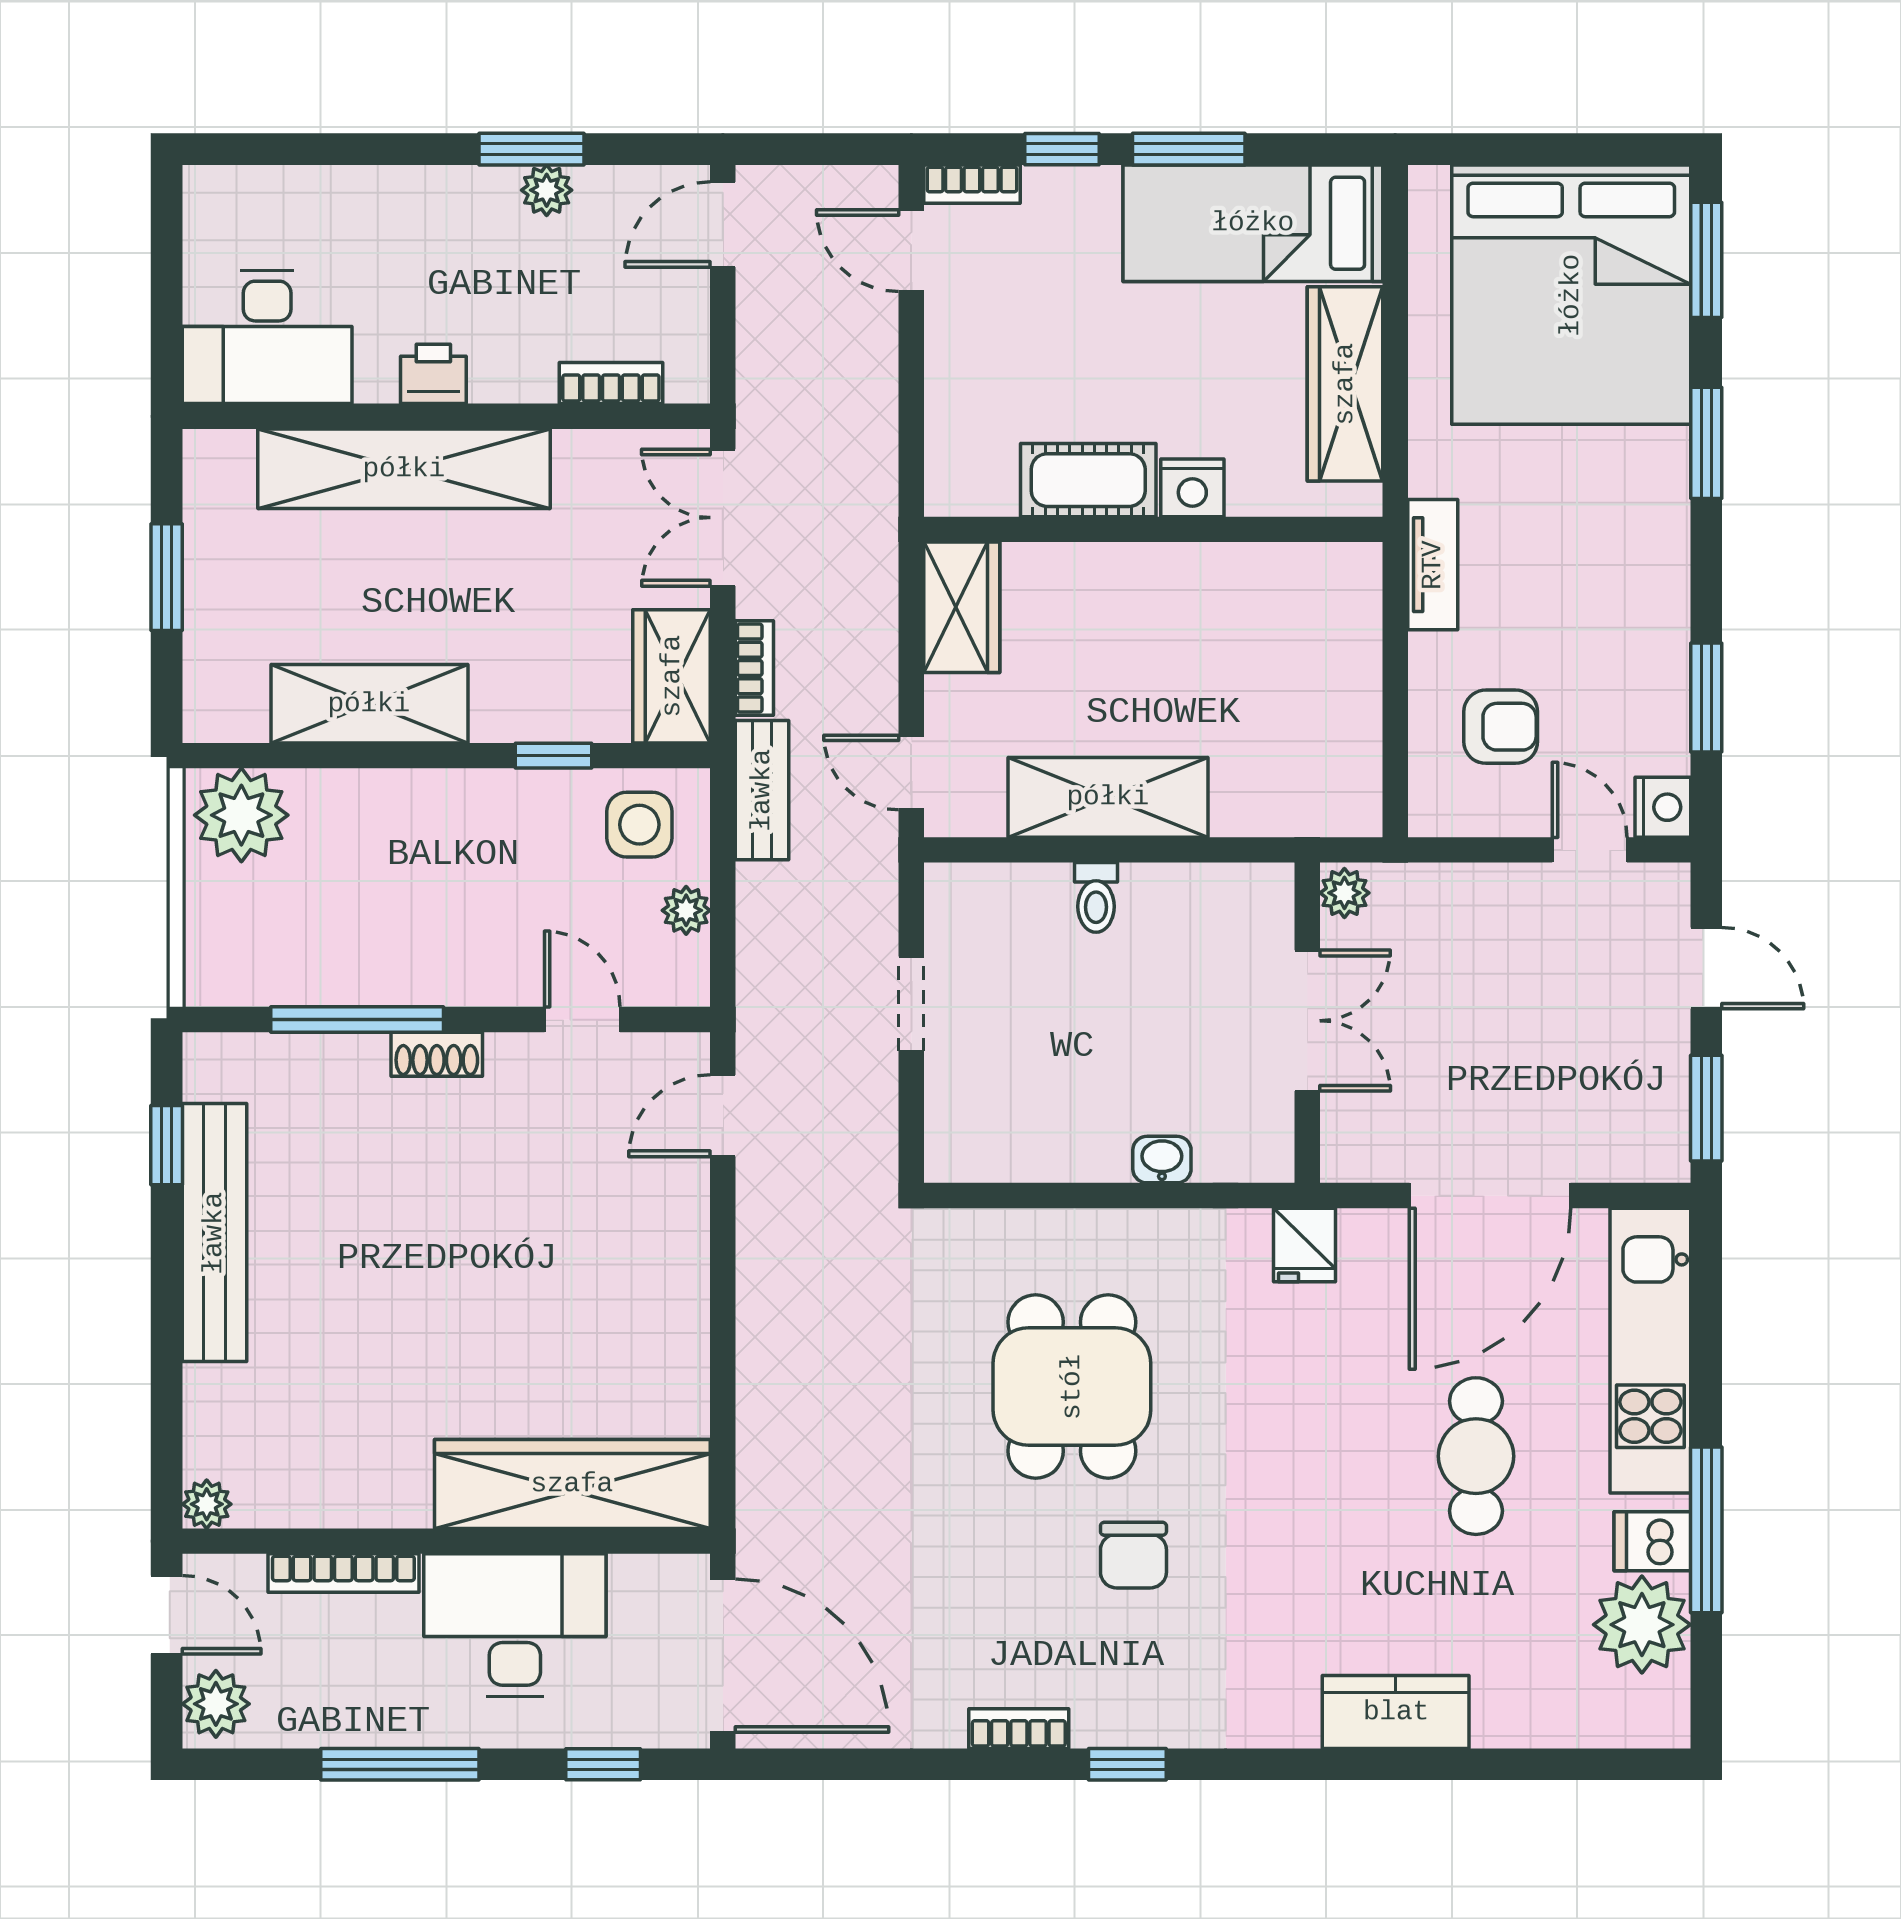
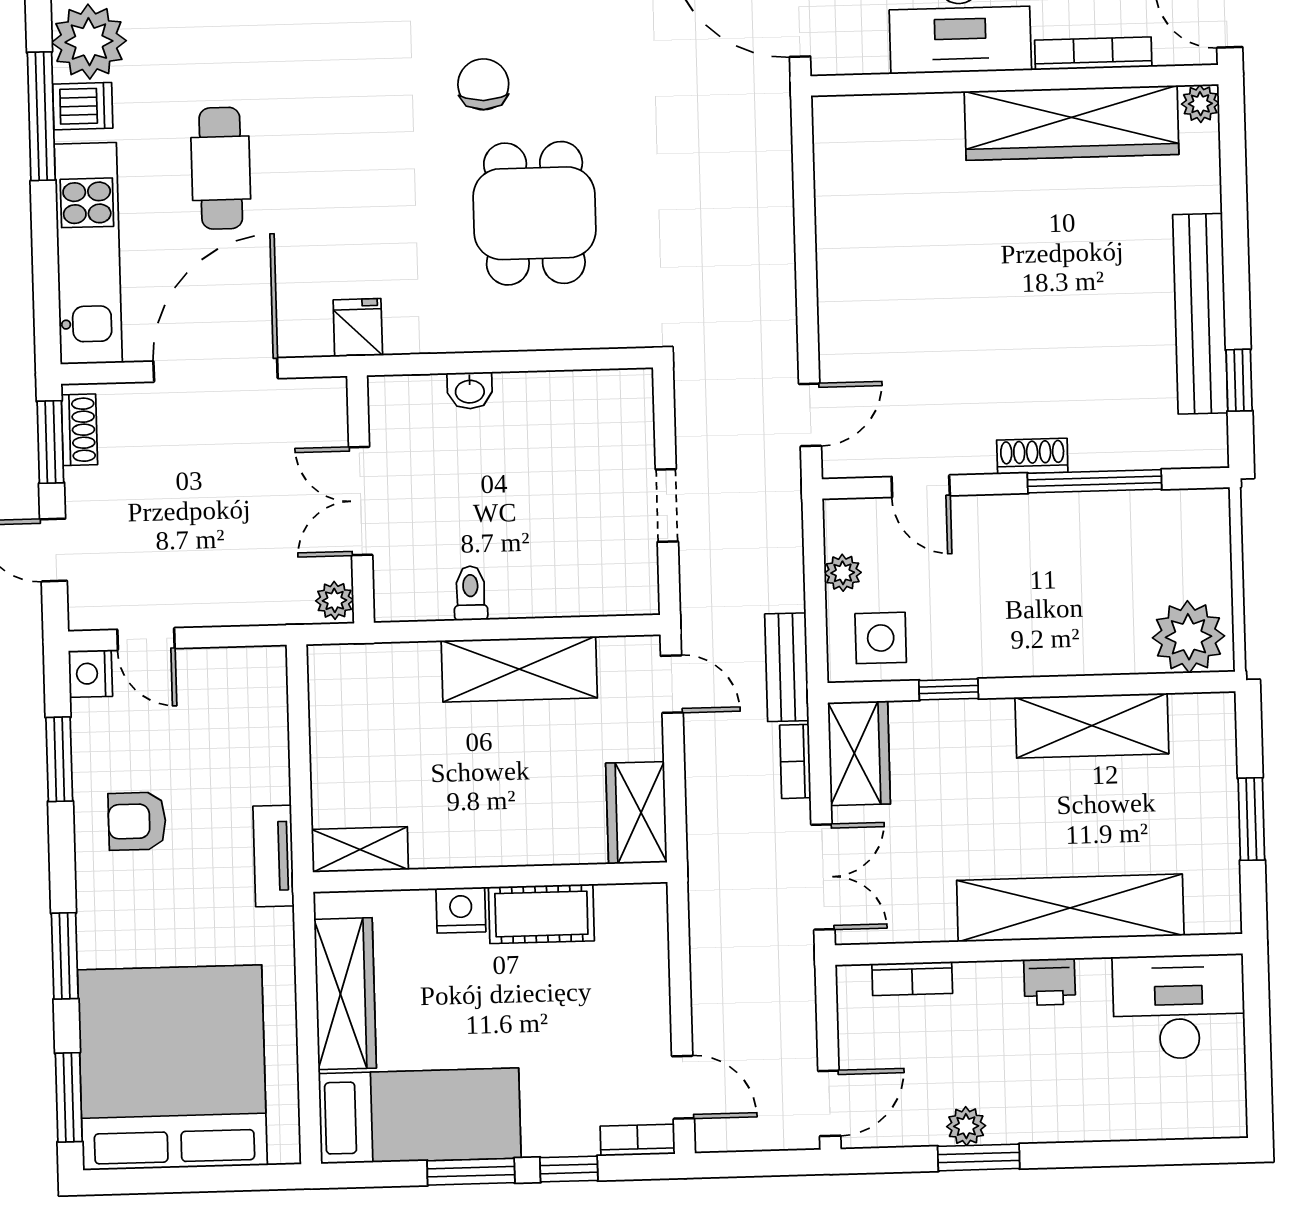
shelving: (1321, 570) -> (360, 850), added
armchair: (1501, 727) -> (137, 821), moved
toilet: (1096, 897) -> (471, 593), moved
shoe rack: (1668, 1123) -> (79, 430), added
wardrobe: (572, 1484) -> (1072, 123), moved

